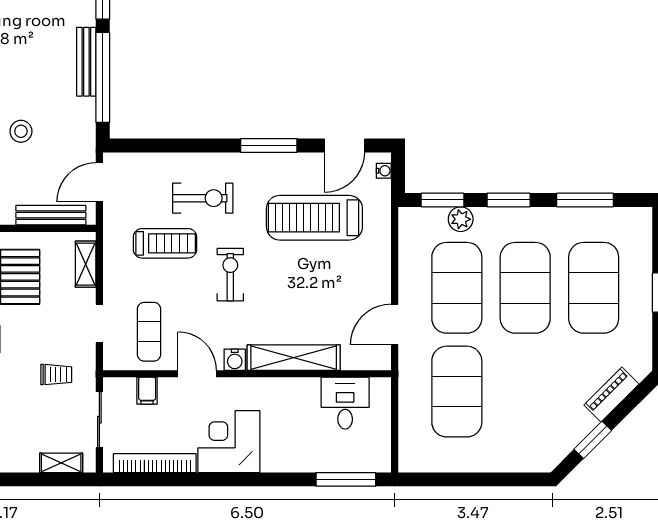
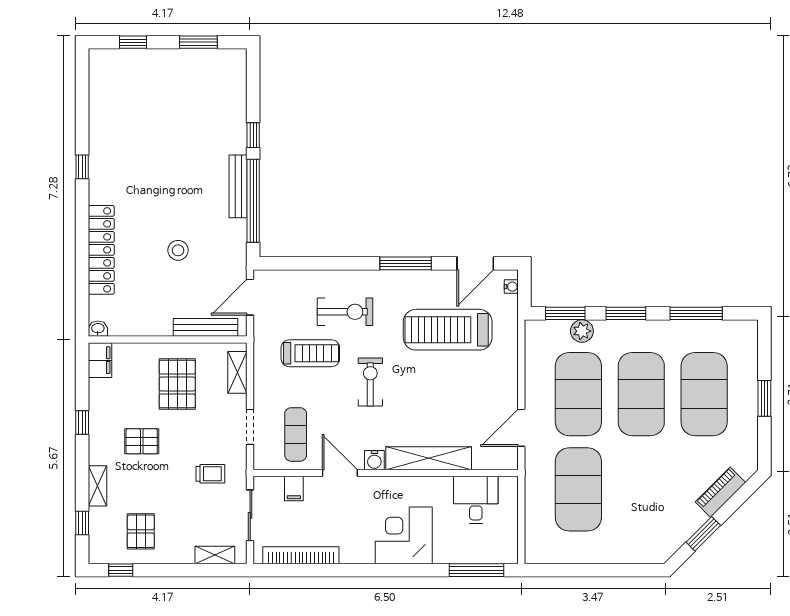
corner desk: (229, 442) -> (404, 535), moved

